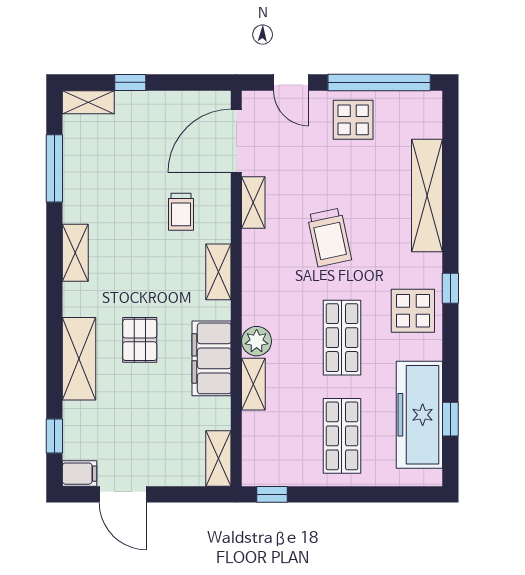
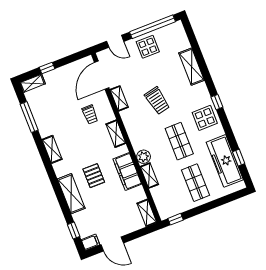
shelving: (427, 196) -> (192, 67), width x0.68

